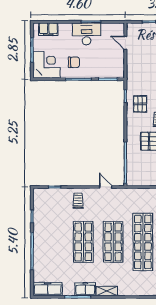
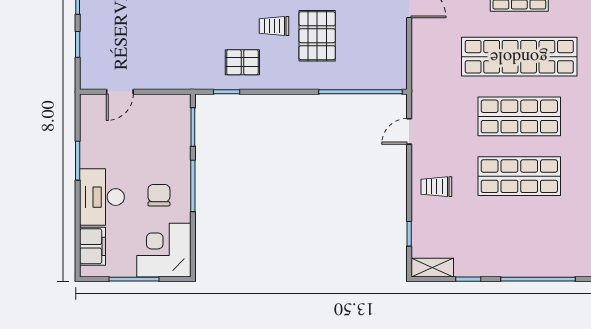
desk: (87, 34) -> (102, 197), moved
shelving: (38, 199) -> (432, 268), added

